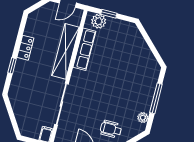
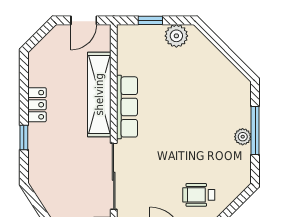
plant: (99, 21) -> (176, 36), moved
row of seats: (84, 49) -> (127, 107), moved
plant: (143, 118) -> (243, 137), moved

